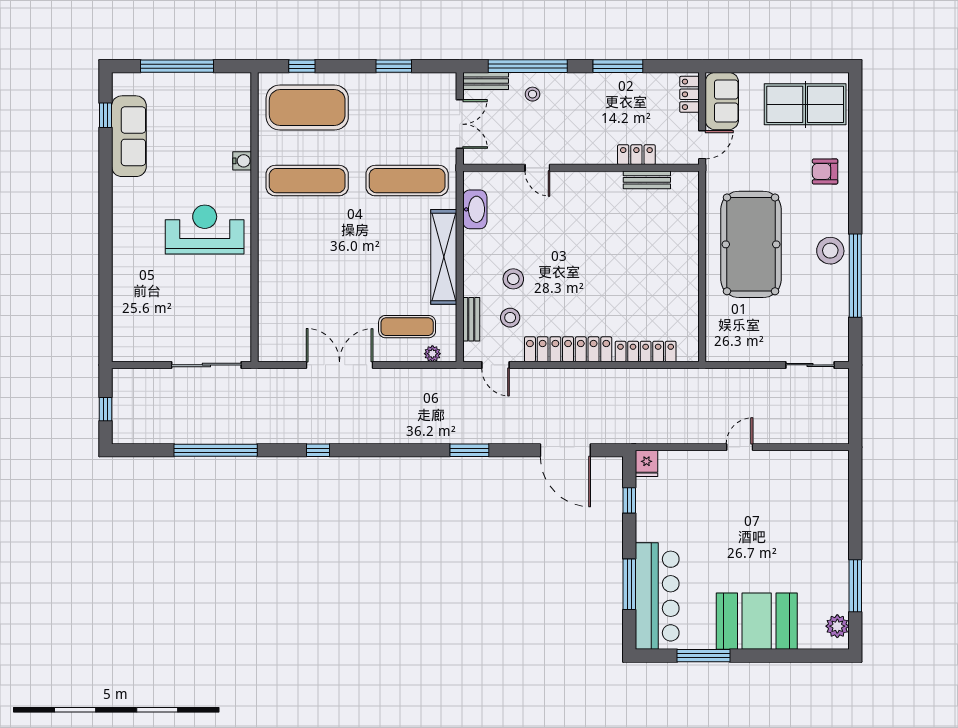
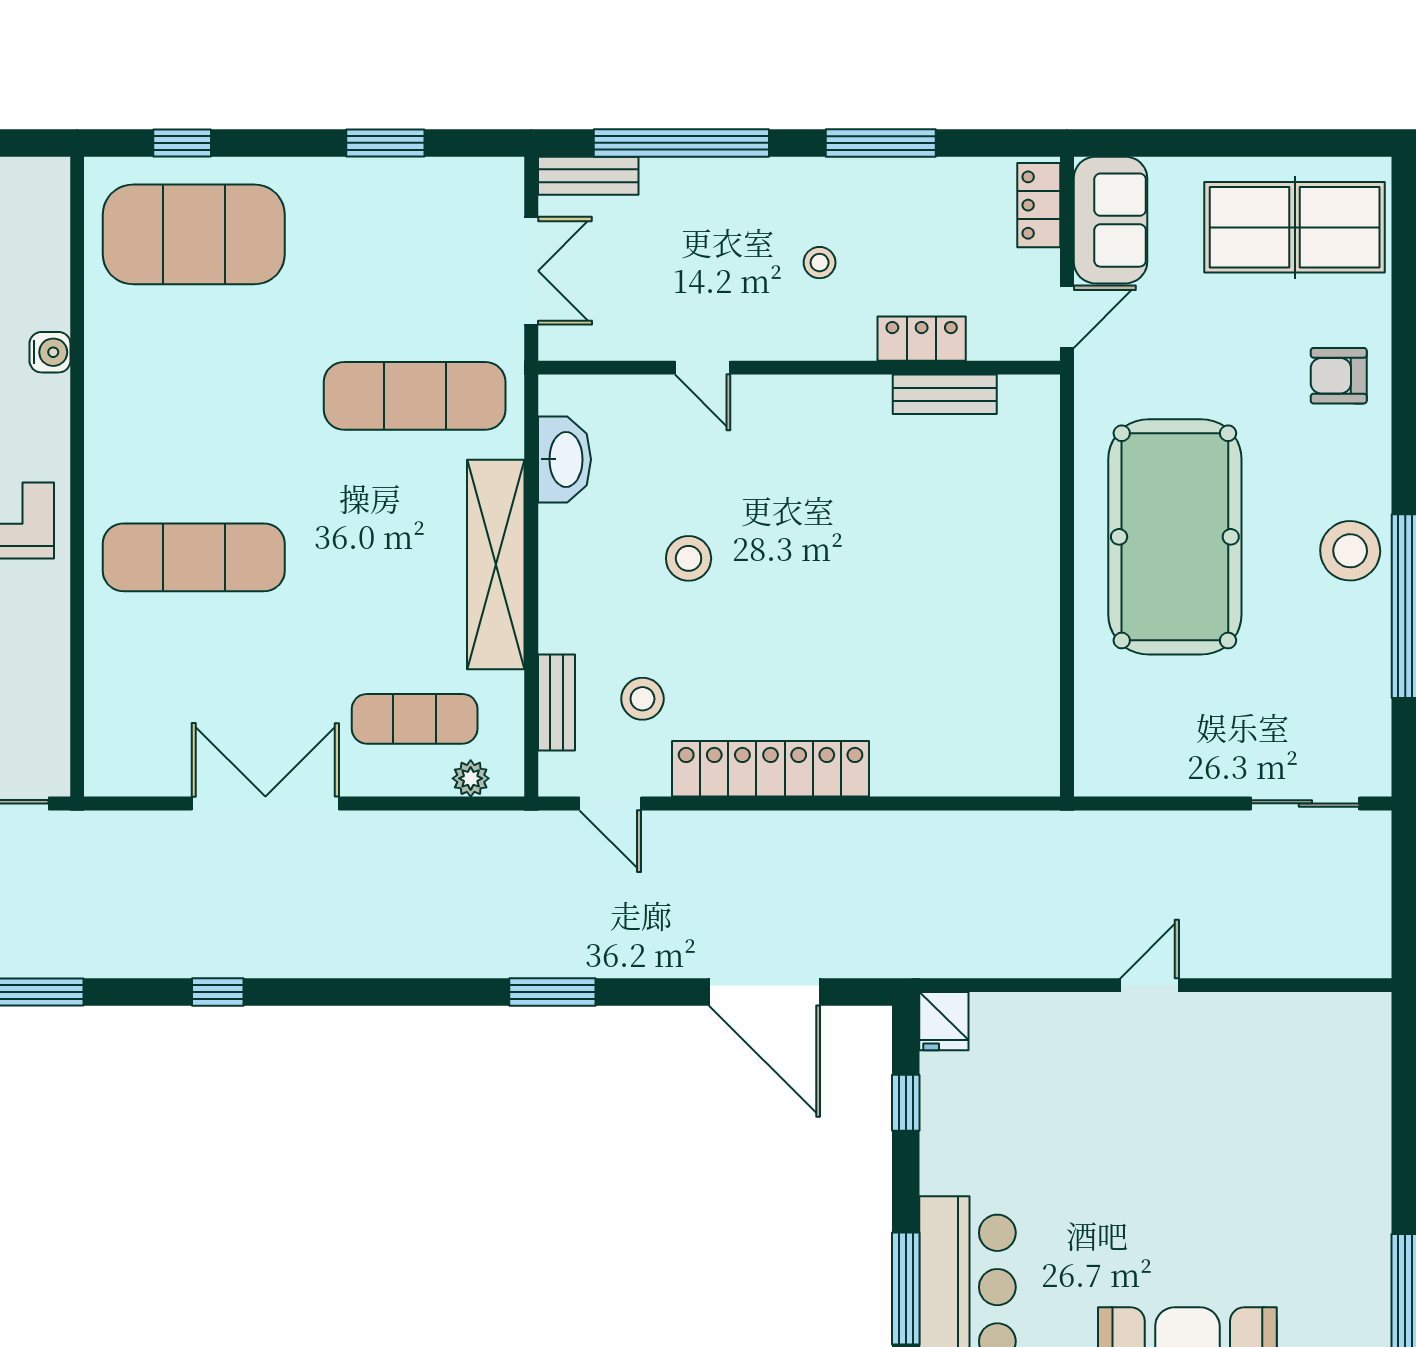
stool: (533, 94) -> (820, 263), moved
exercise mat: (307, 181) -> (194, 557), moved
stool: (513, 279) -> (689, 558), moved
locker: (646, 352) -> (942, 774), removed

